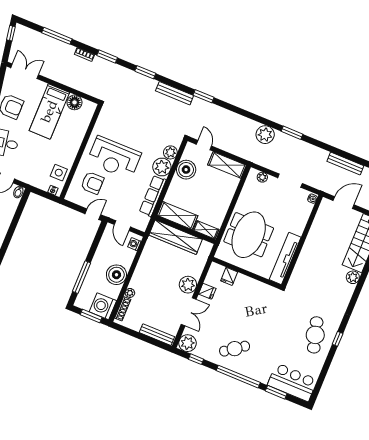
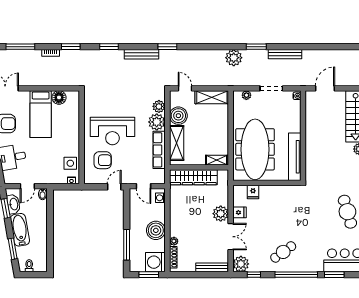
bench: (345, 163) -> (285, 54), moved
shelving: (177, 215) -> (177, 143), moved, turned 90
meeting table: (249, 235) -> (255, 149), width x1.36

